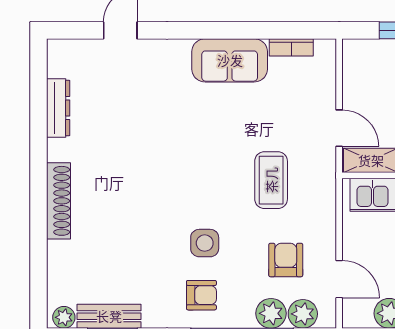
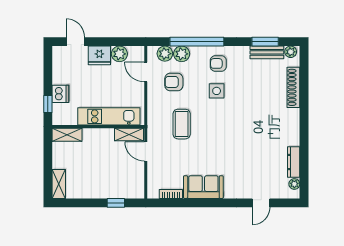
plant: (57, 66) -> (294, 184), added
shoe rack: (59, 201) -> (293, 87), moved
armchair: (286, 260) -> (174, 82), turned 90

